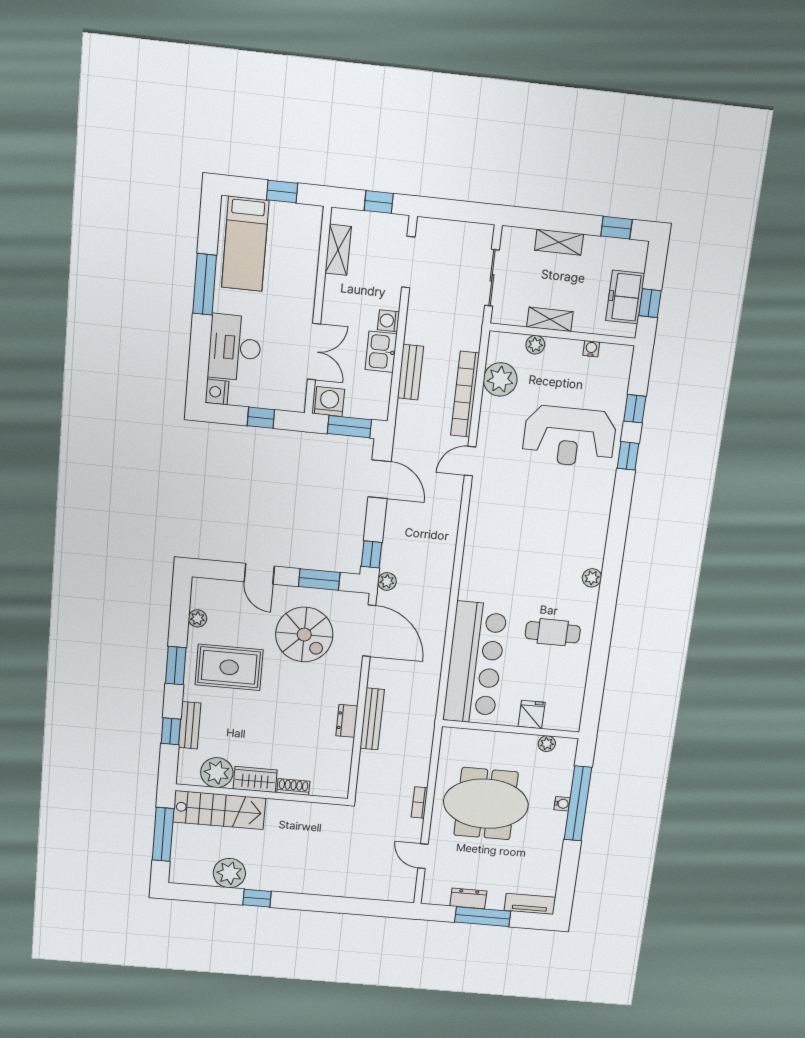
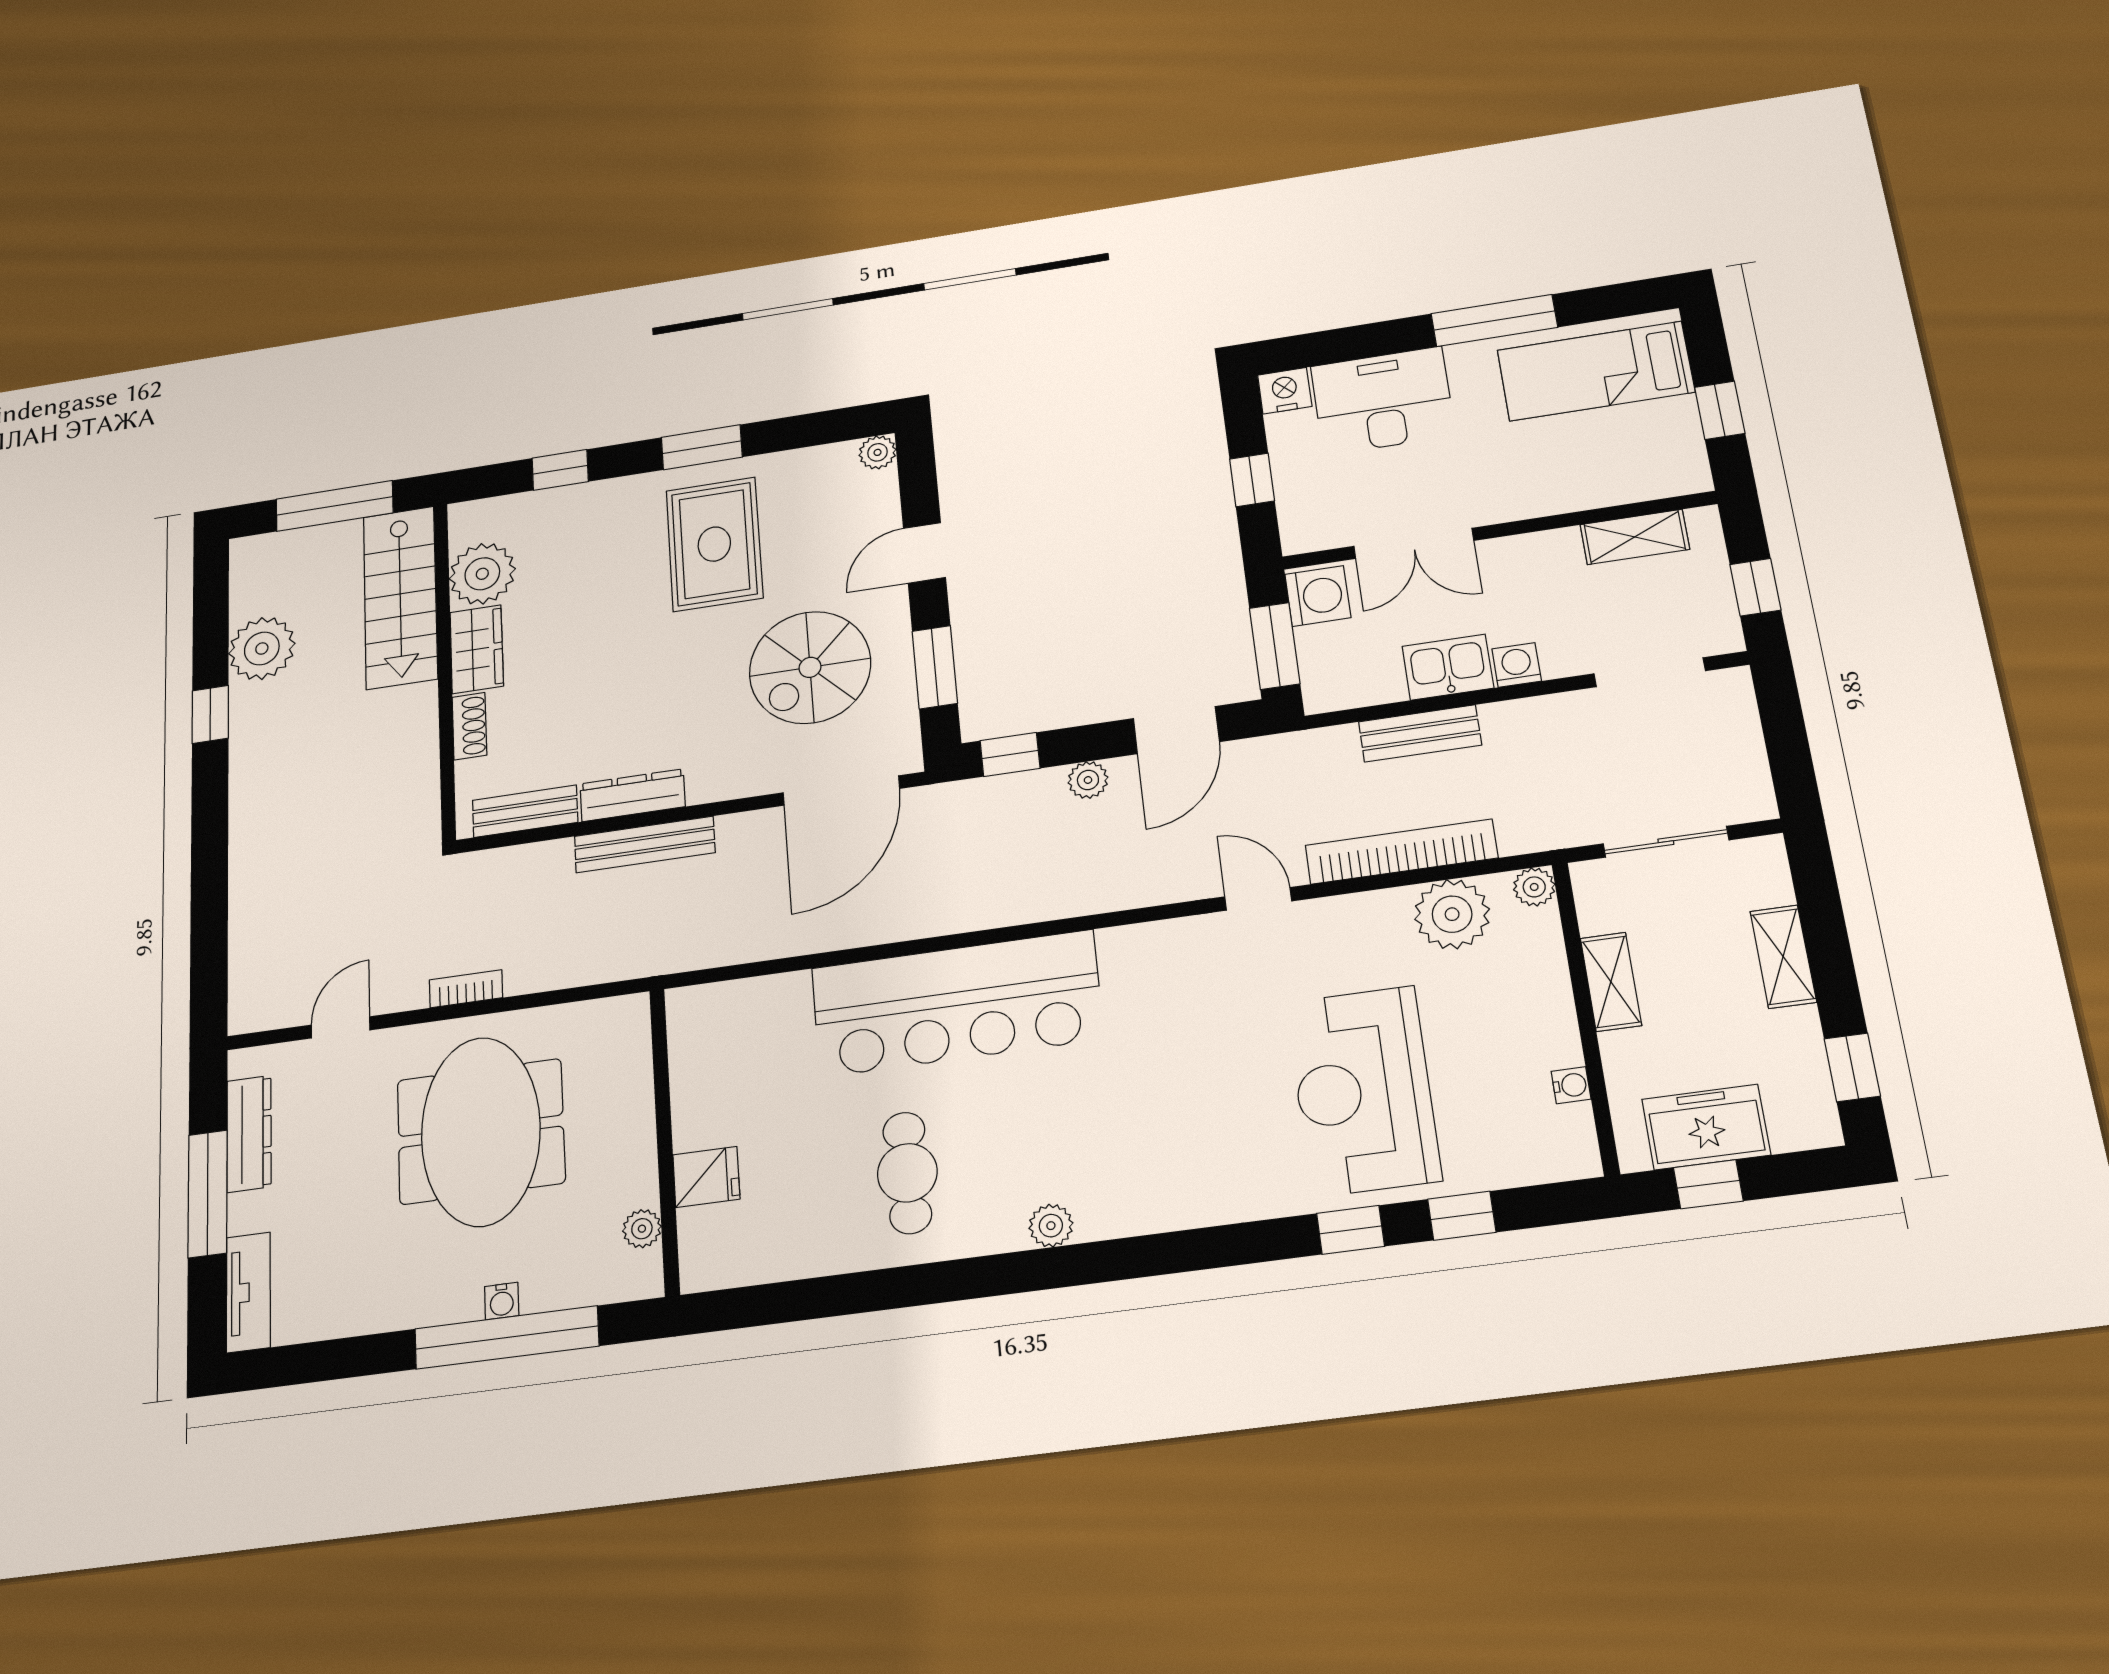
plant: (535, 345) -> (1534, 887), moved
plant: (387, 581) -> (1088, 780), moved
plant: (198, 618) -> (878, 452), moved
bar counter: (475, 663) -> (957, 1003), moved
dresser: (347, 721) -> (633, 795), width x1.44
bench: (190, 725) -> (525, 811), moved
dresser: (468, 898) -> (249, 1134), width x1.44

